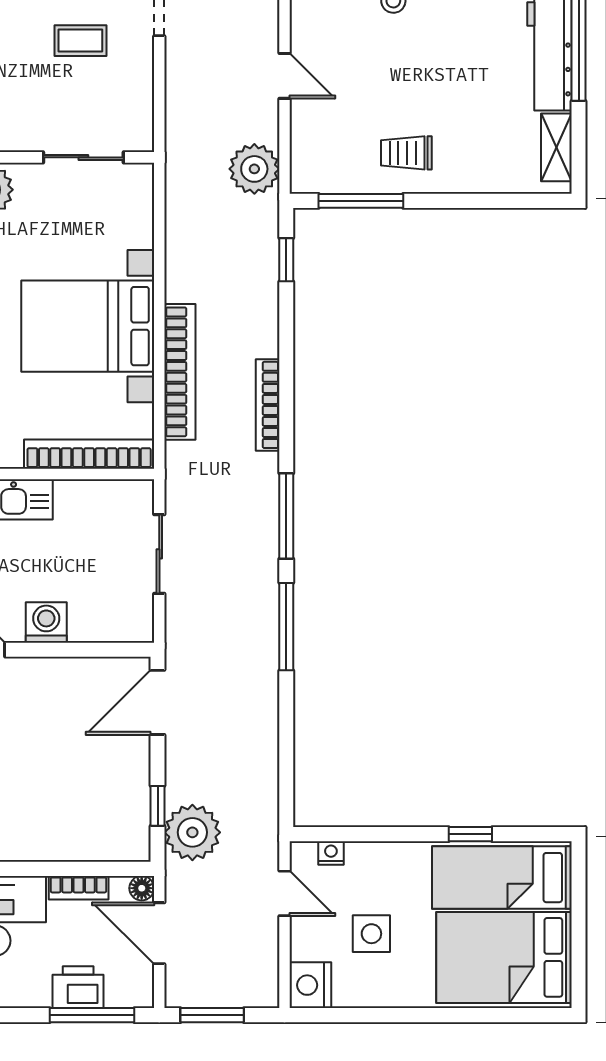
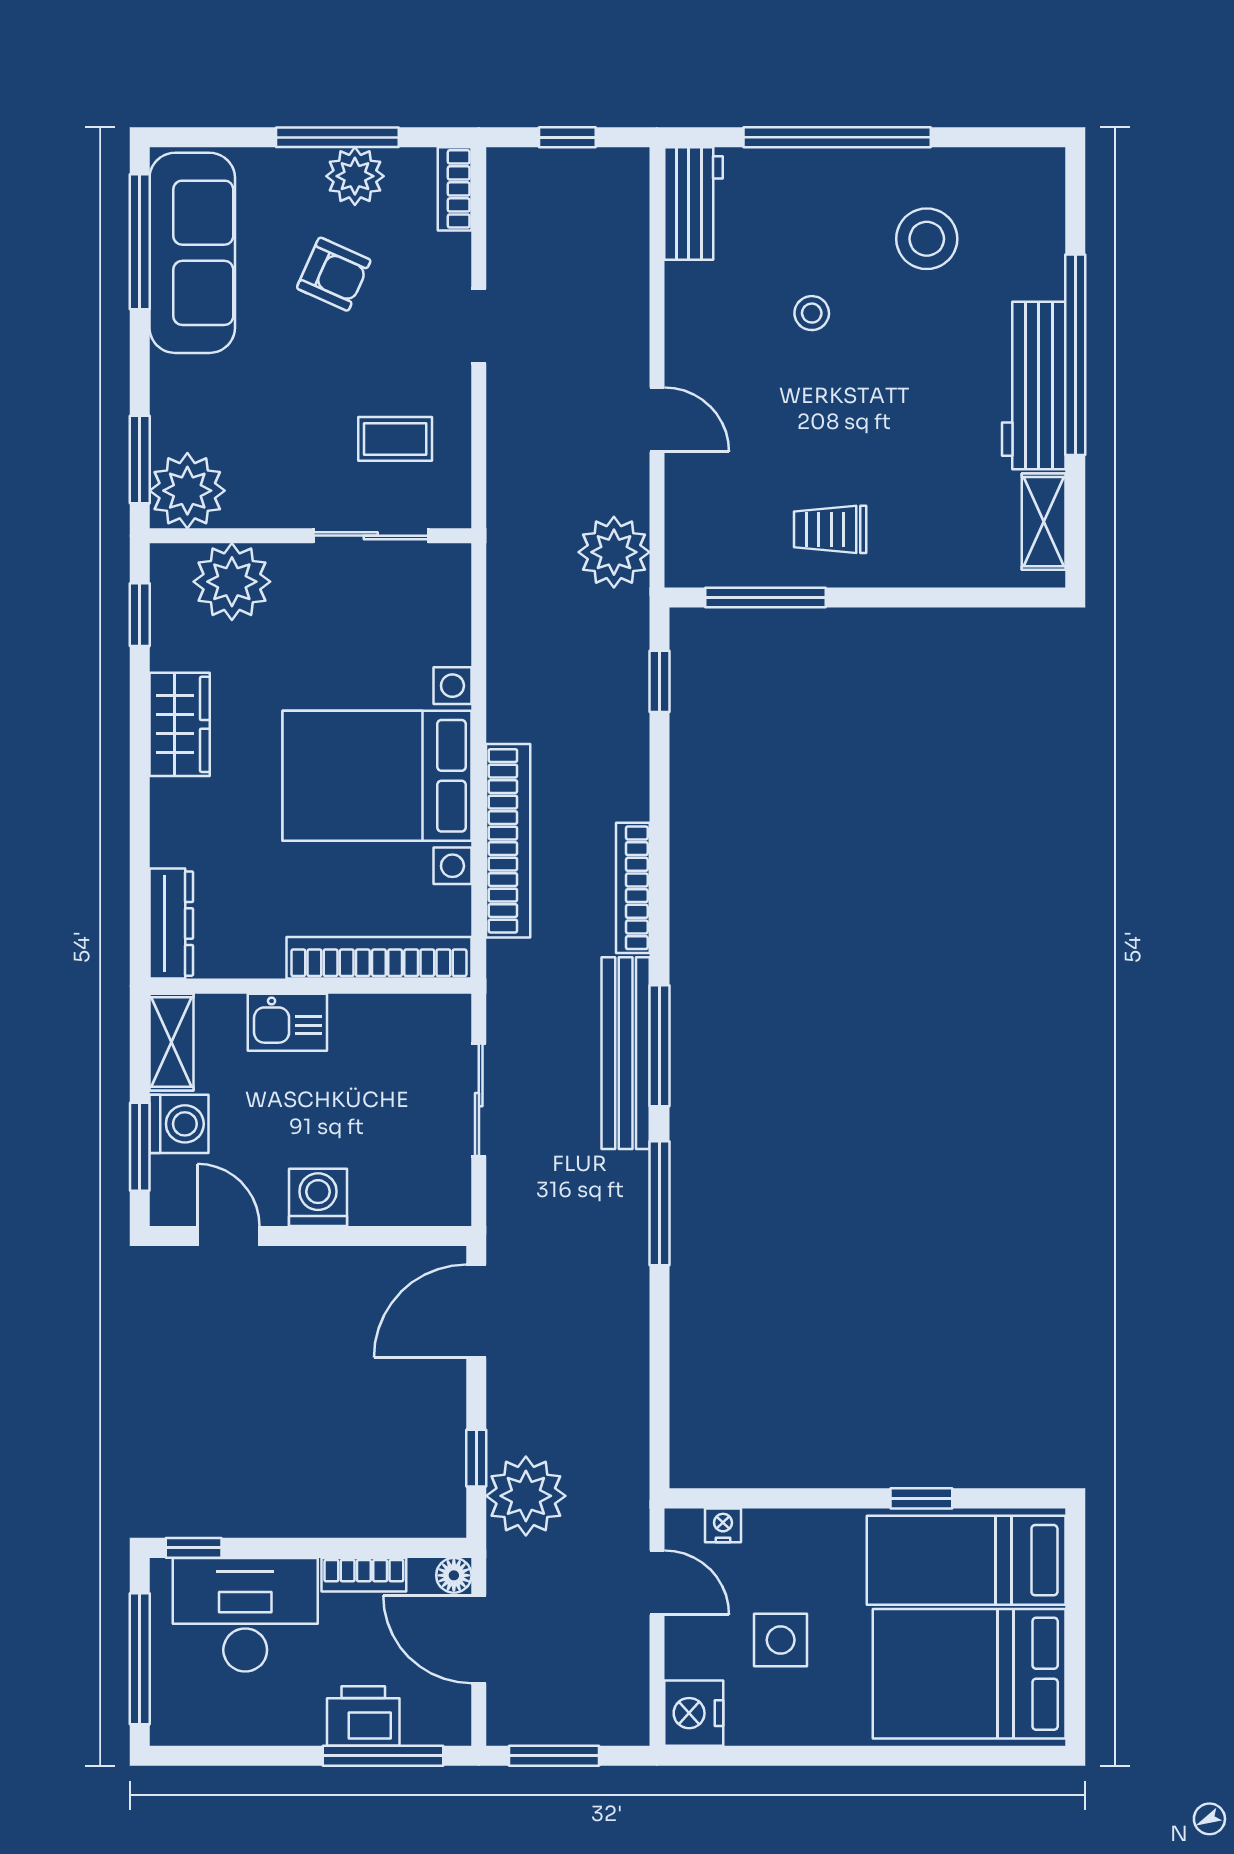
coffee table: (80, 41) -> (395, 439), moved
bench: (262, 521) -> (626, 1053), added

